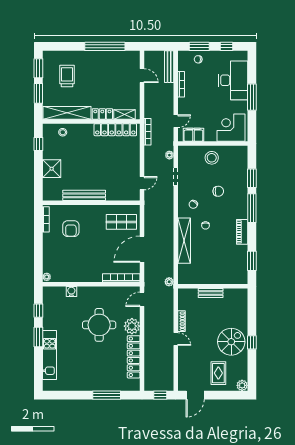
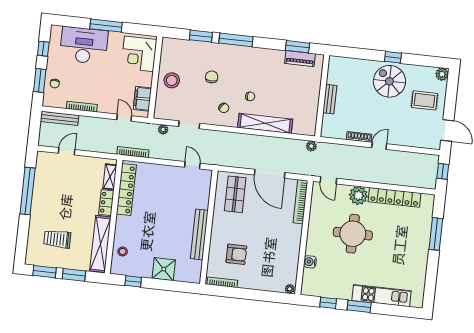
piano: (242, 232) -> (300, 59), moved

